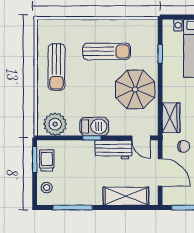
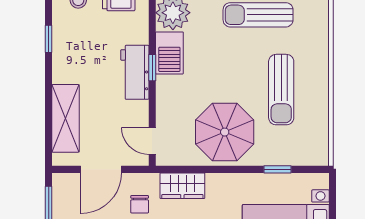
barbecue: (94, 126) -> (169, 53), moved
door: (141, 138) -> (152, 141), hinge flipped
workbench: (113, 150) -> (135, 72), moved
window: (73, 208) -> (49, 39), width x0.46

